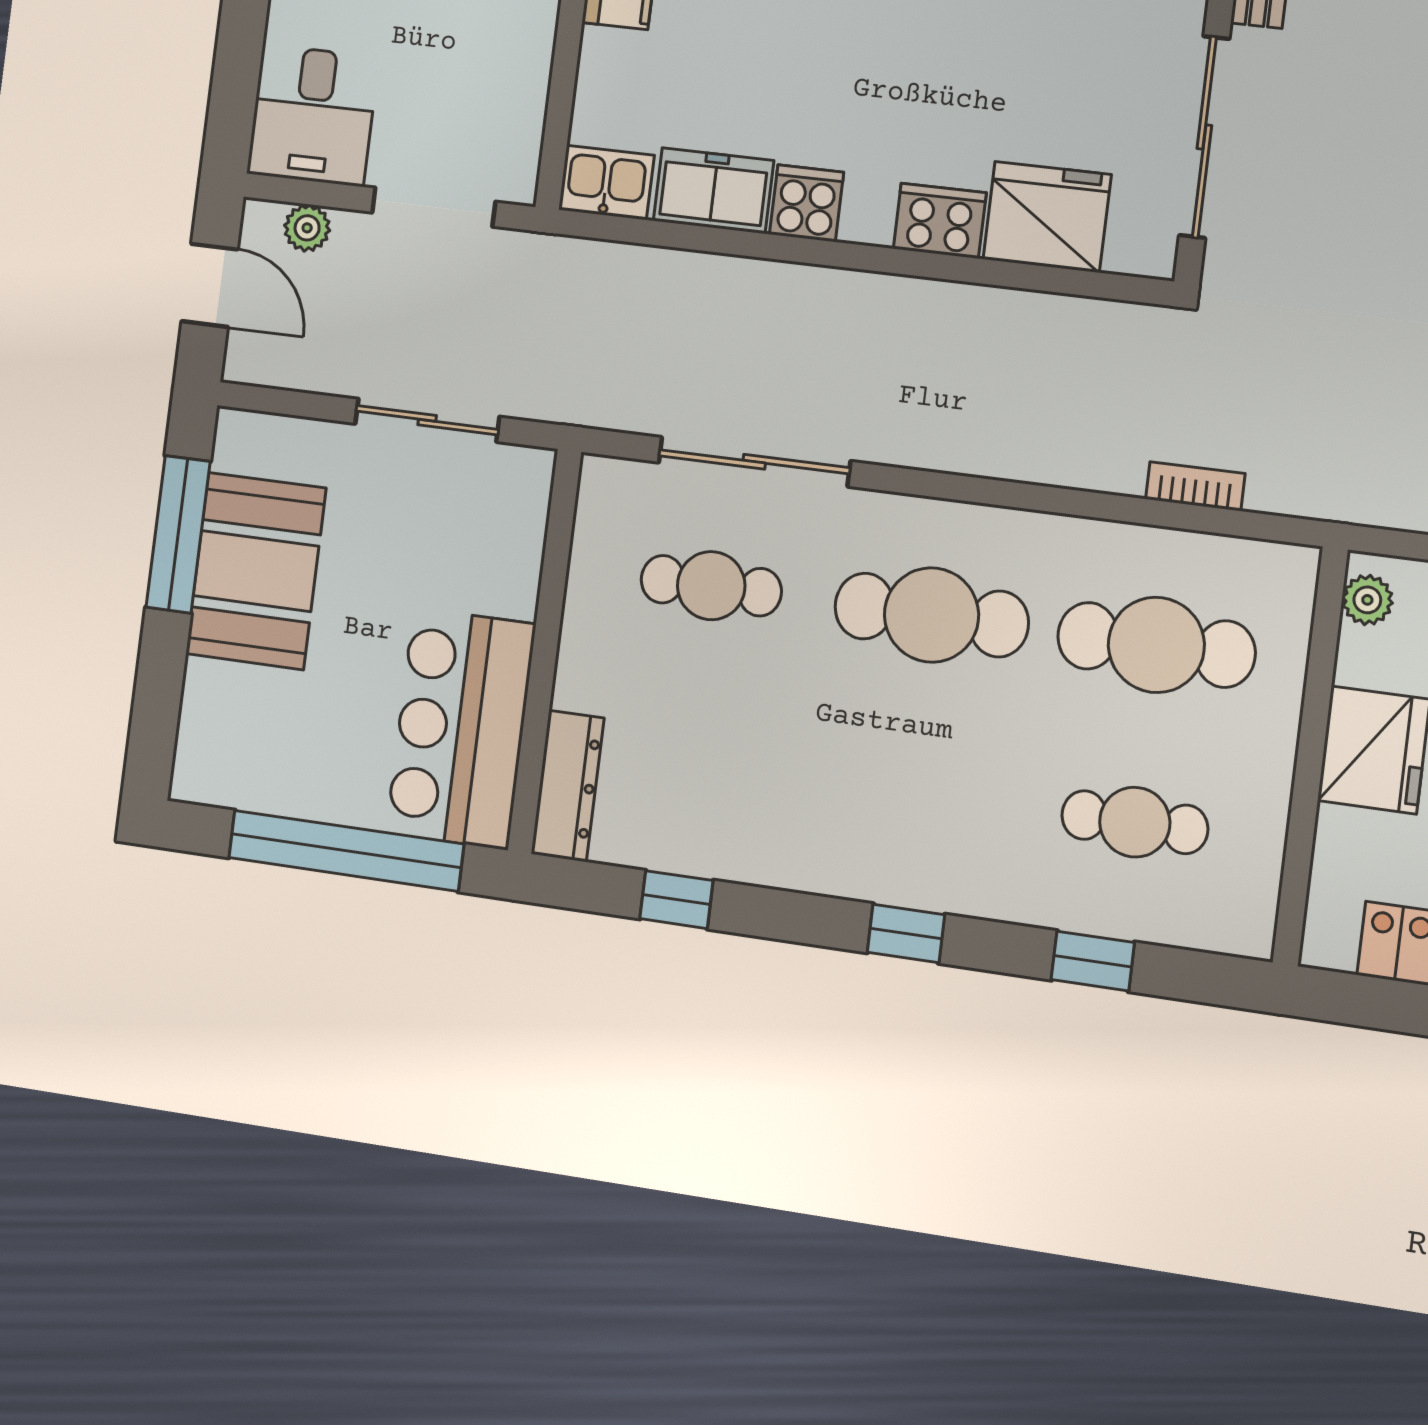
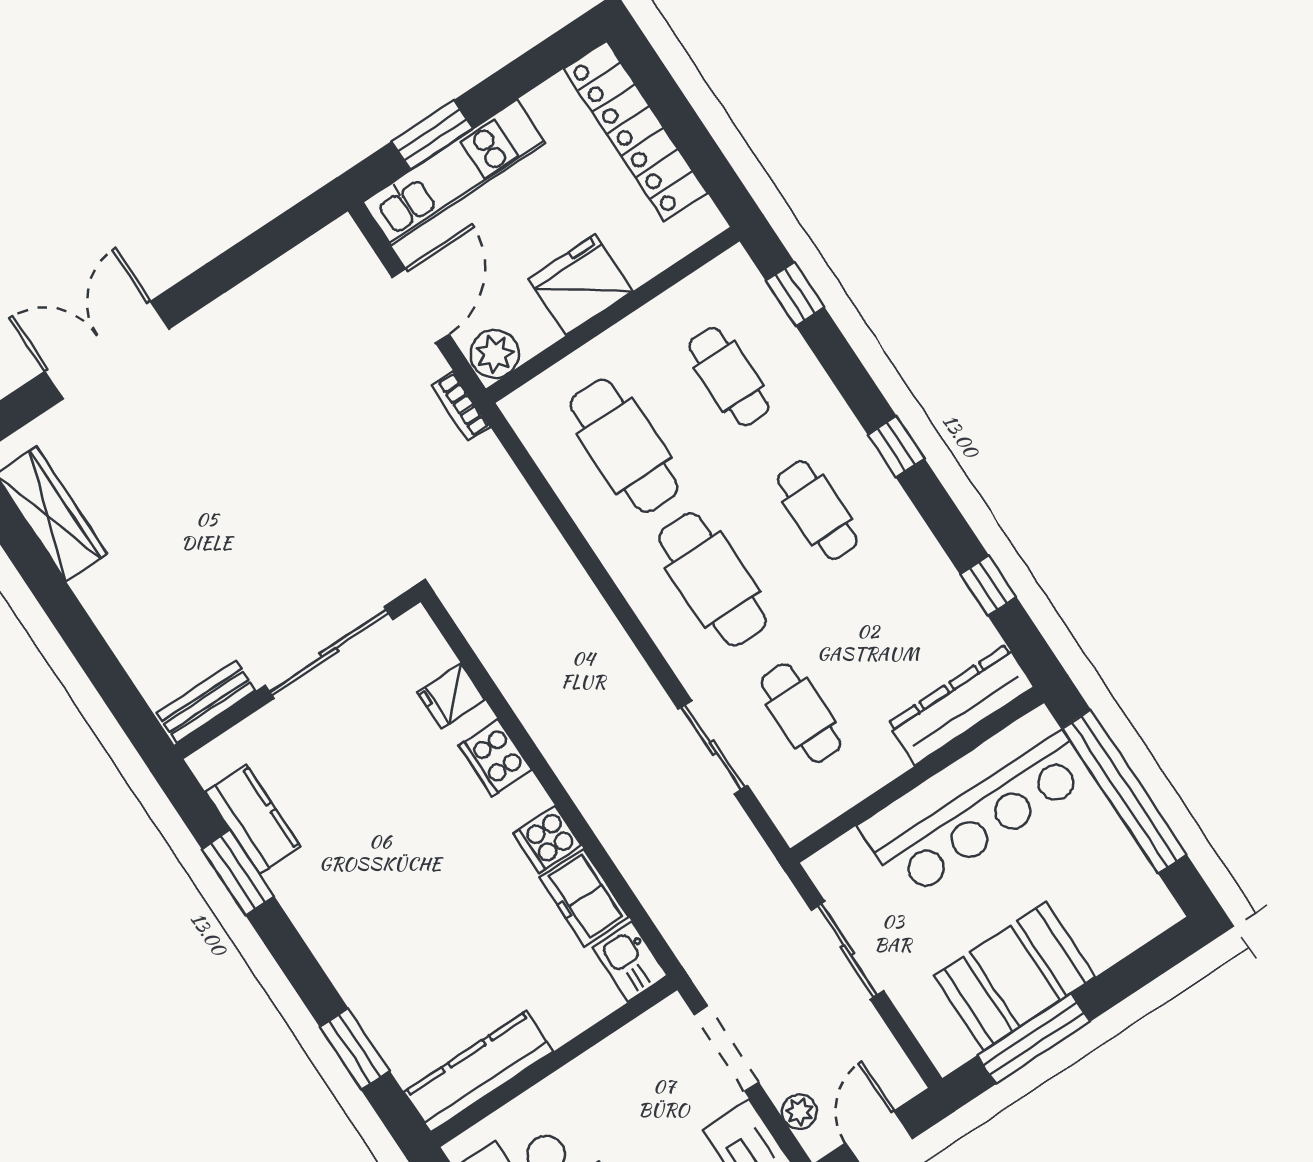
fridge: (1047, 217) -> (451, 696), width x0.53, depth x0.75
sliding door: (754, 462) -> (713, 747), width x0.73
bookcase: (1195, 486) -> (461, 406), moved
plant: (1367, 600) -> (495, 354), width x1.38, depth x1.38
bar counter: (461, 728) -> (975, 802), width x1.36
dresser: (568, 786) -> (961, 705), width x1.37, depth x1.24
cafe table: (910, 790) -> (817, 510), added
window: (1093, 961) -> (795, 294), moved

